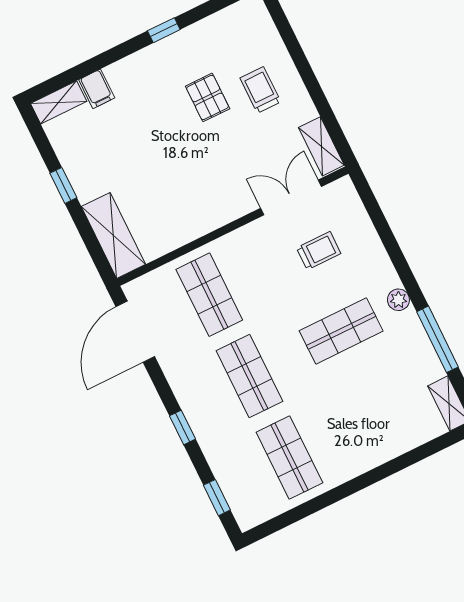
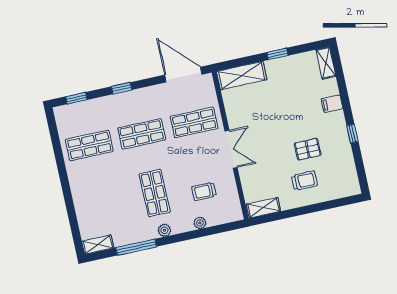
filing cabinet: (97, 89) -> (332, 104), moved
double door: (291, 197) -> (231, 149), moved
plant: (372, 245) -> (200, 223), added
trolley: (319, 251) -> (204, 191), turned 90

